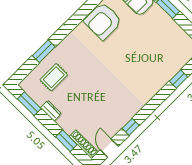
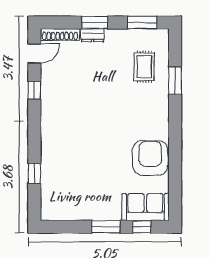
dresser: (51, 111) -> (92, 35), moved
window: (66, 141) -> (95, 22), moved
door: (109, 148) -> (34, 53), hinge flipped

